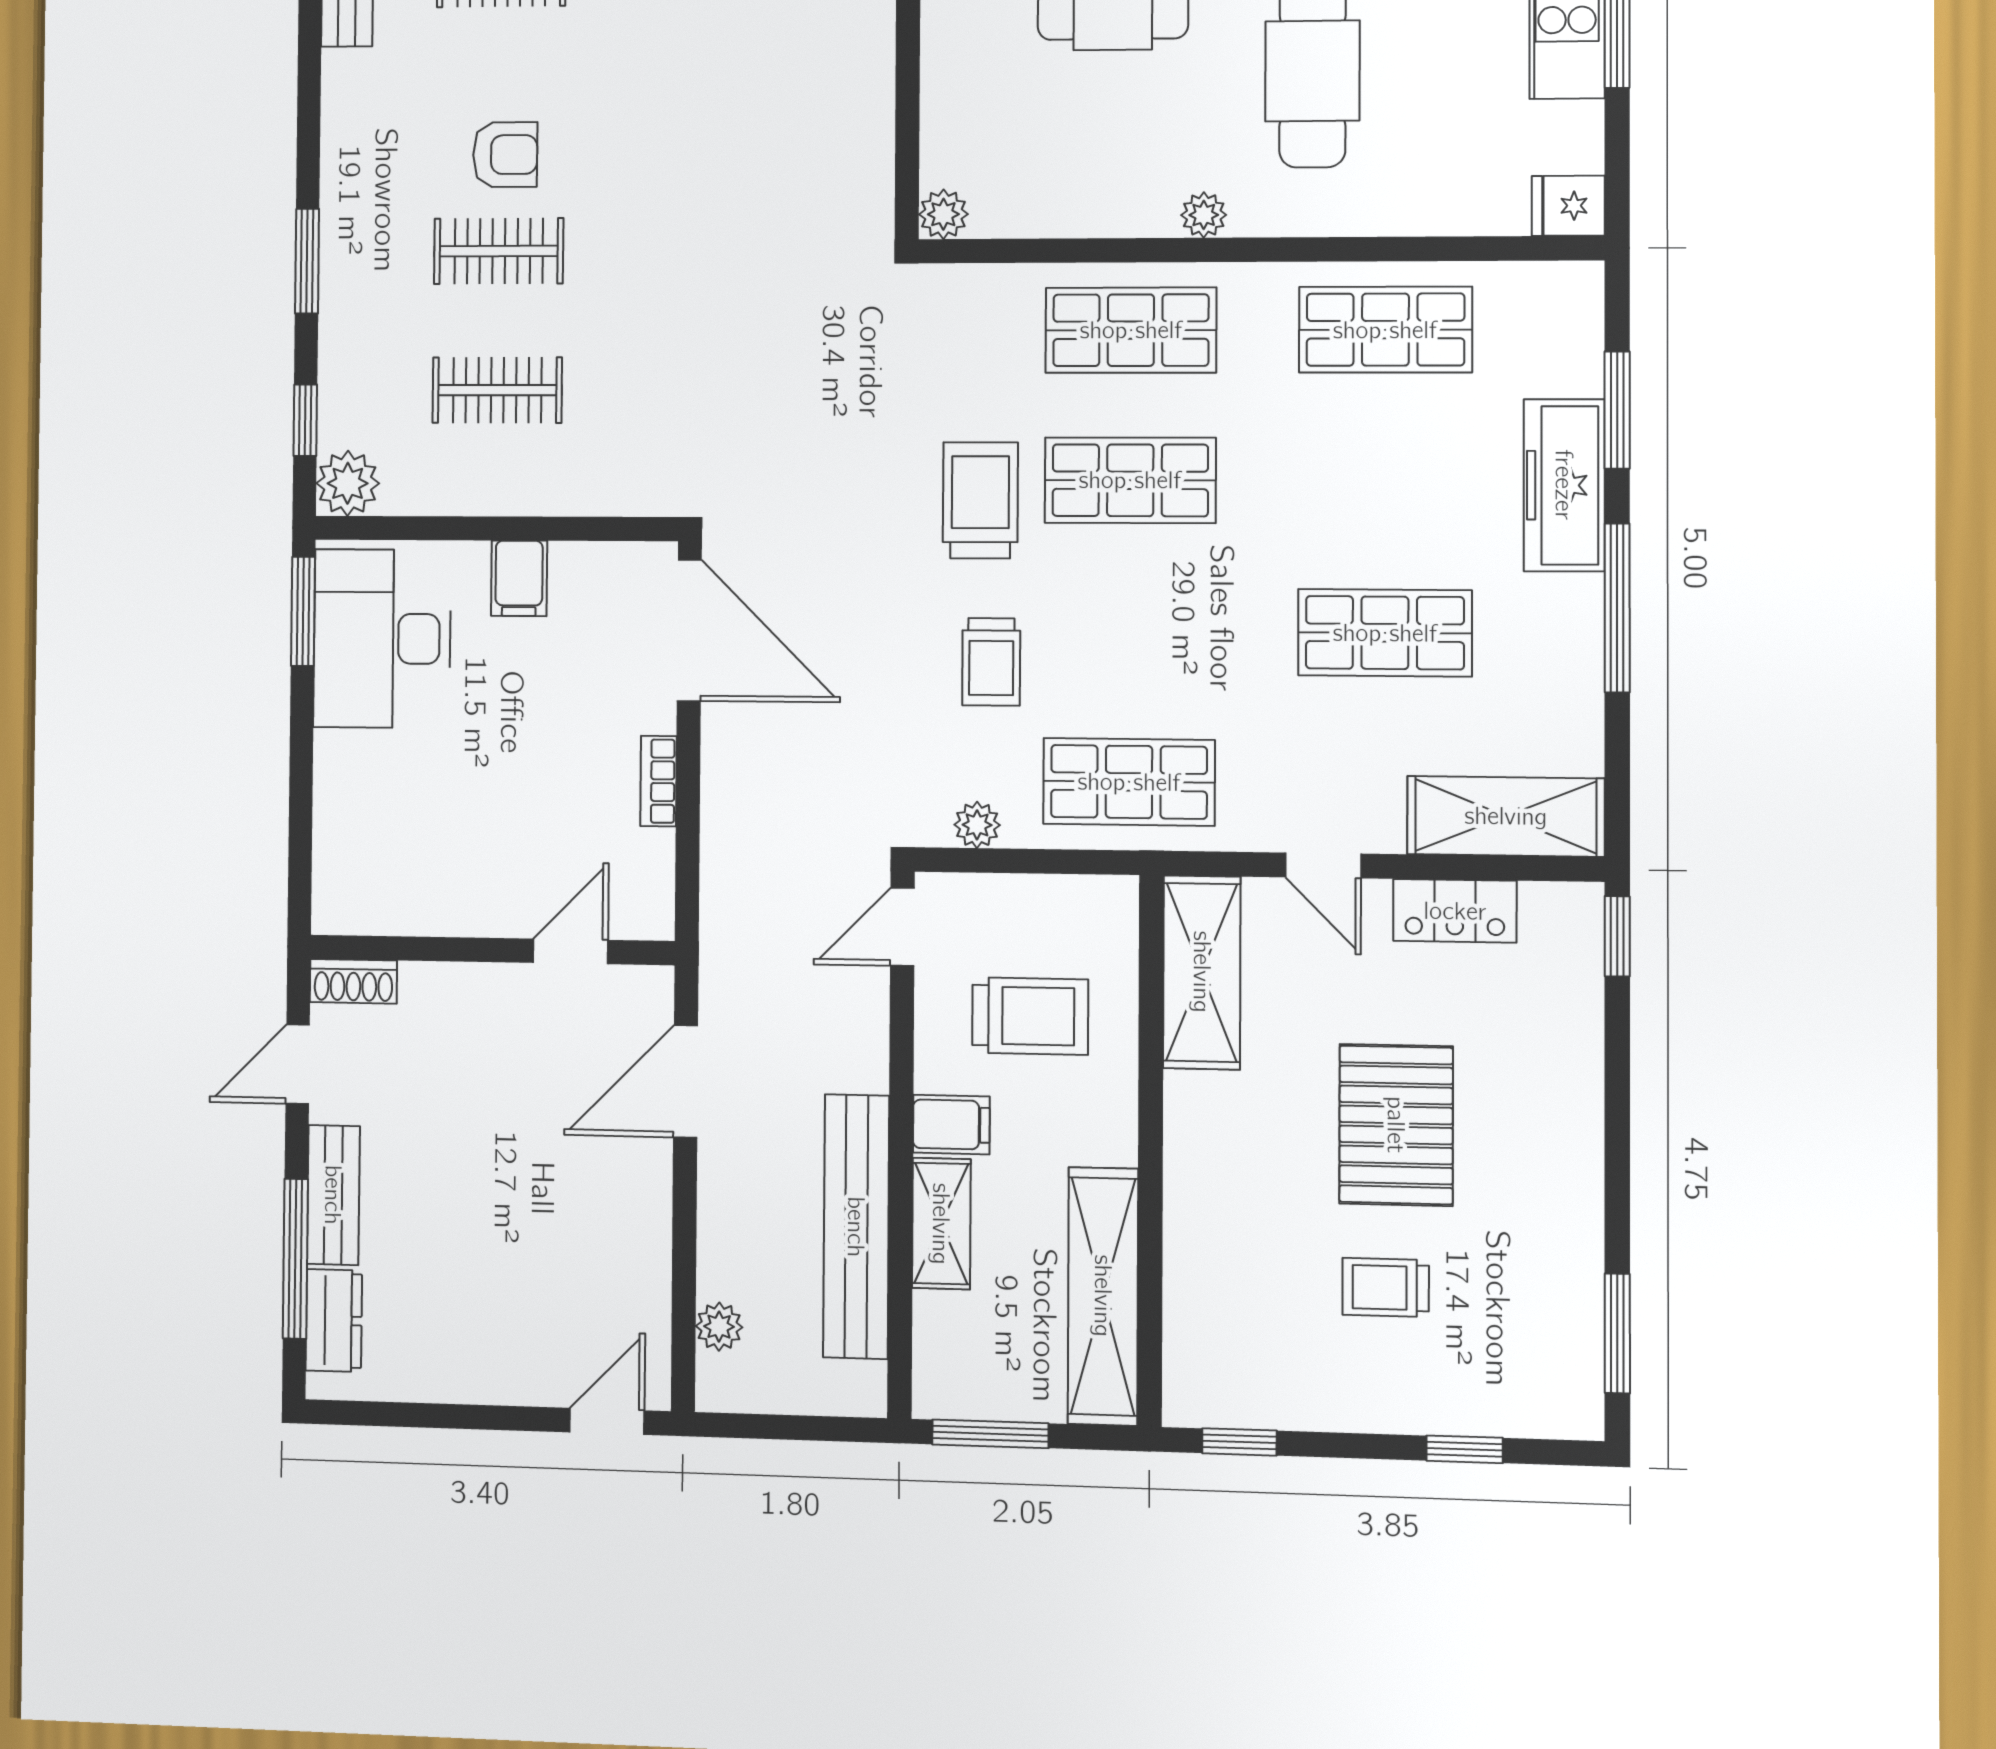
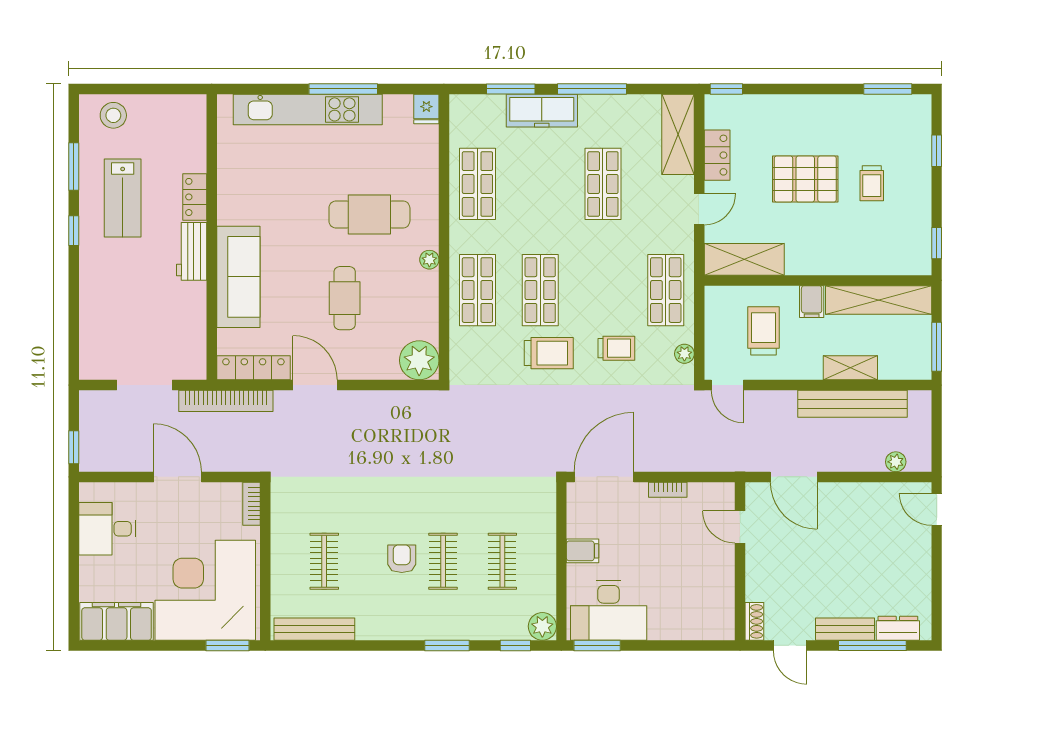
plant: (943, 214) -> (419, 360), width x1.87, depth x1.87
trolley: (980, 500) -> (549, 353), turned 180
filing cabinet: (951, 1125) -> (812, 302), moved, turned 180

